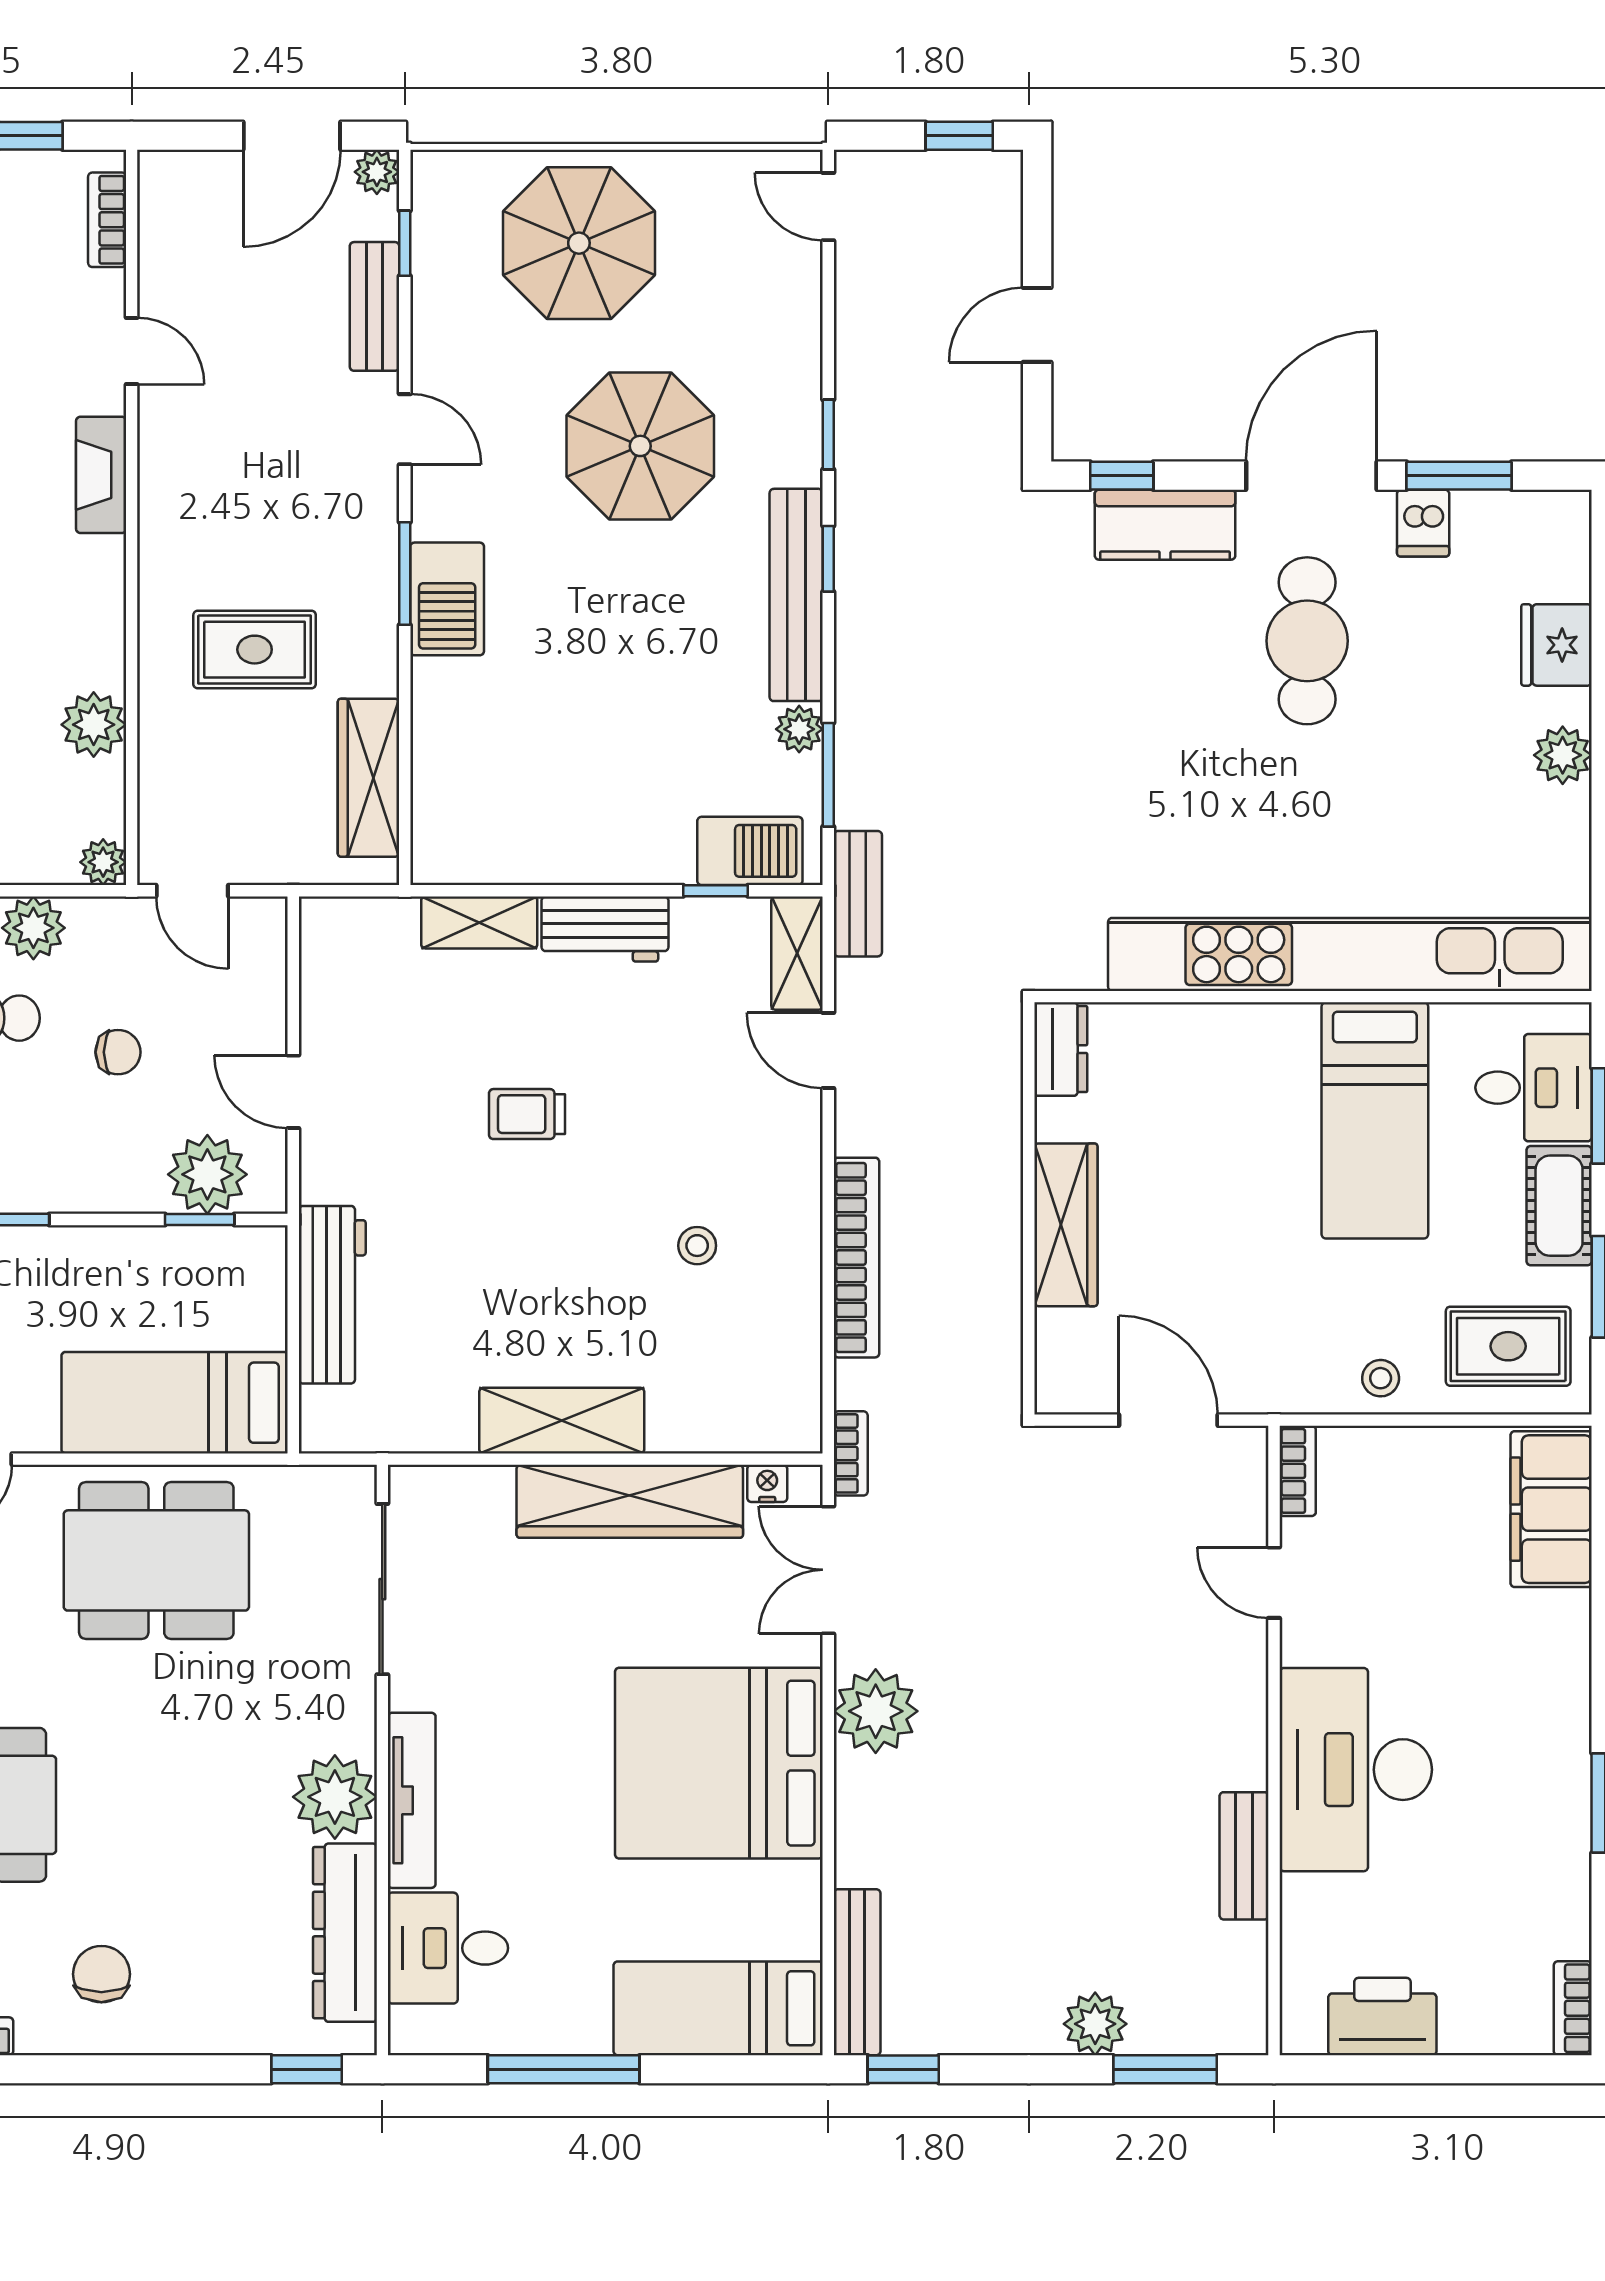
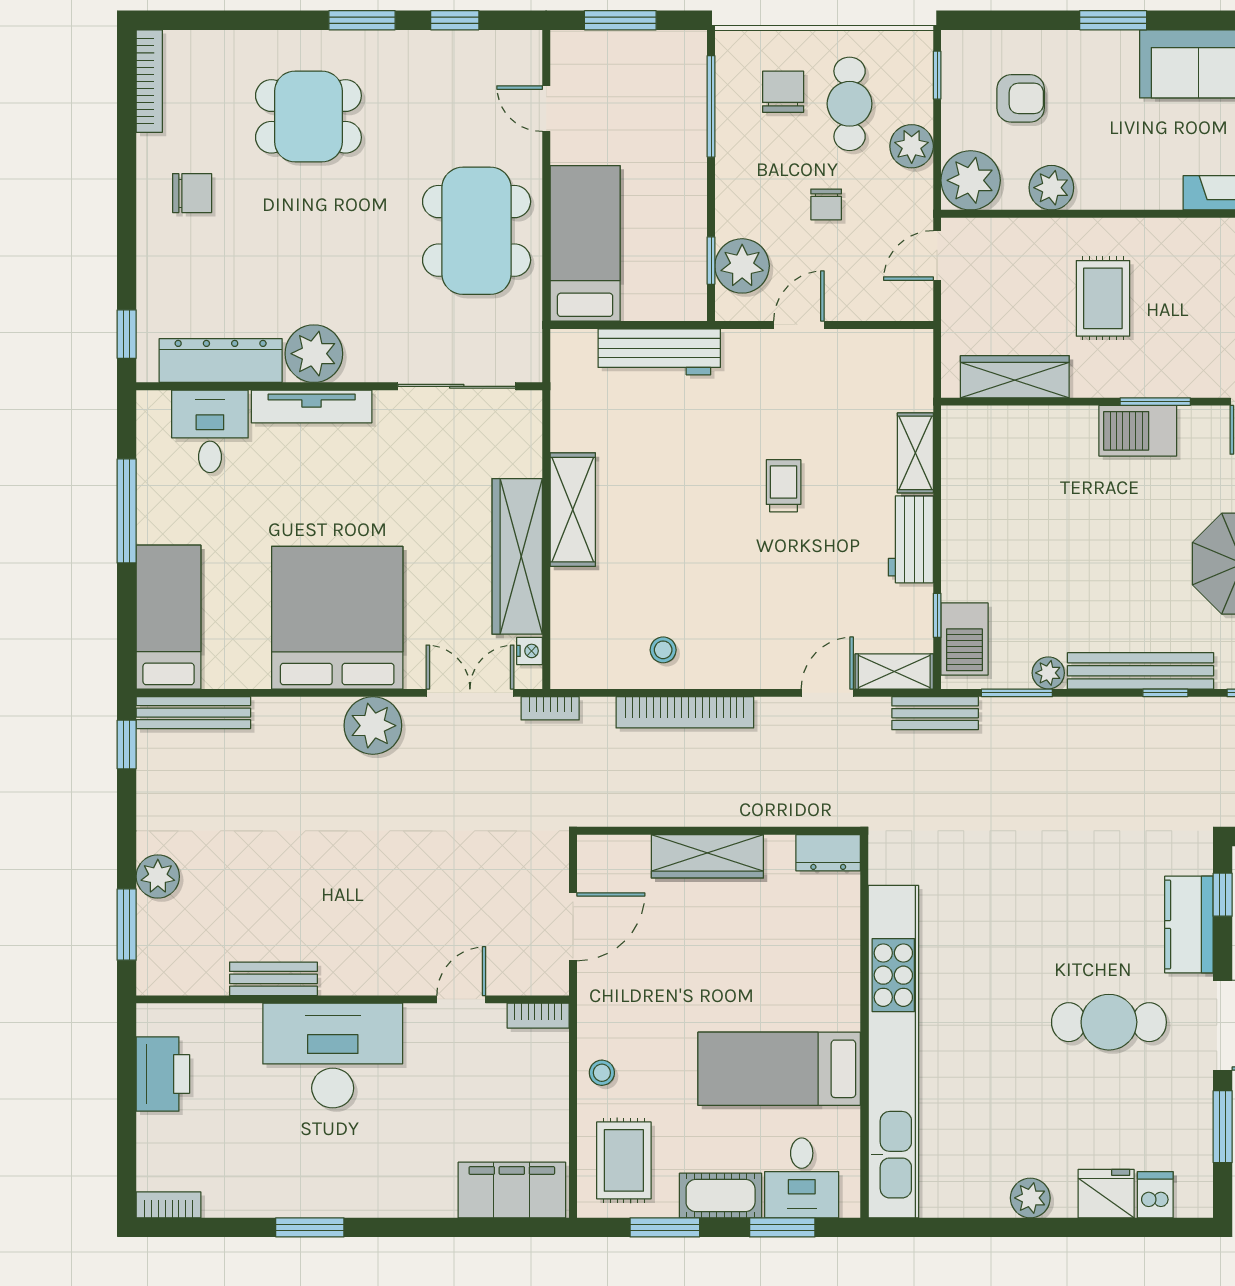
dishwasher: (1423, 523) -> (1155, 1195), moved, turned 90
plant: (103, 862) -> (971, 180), width x1.87, depth x1.87
stool: (697, 1246) -> (663, 650), moved

